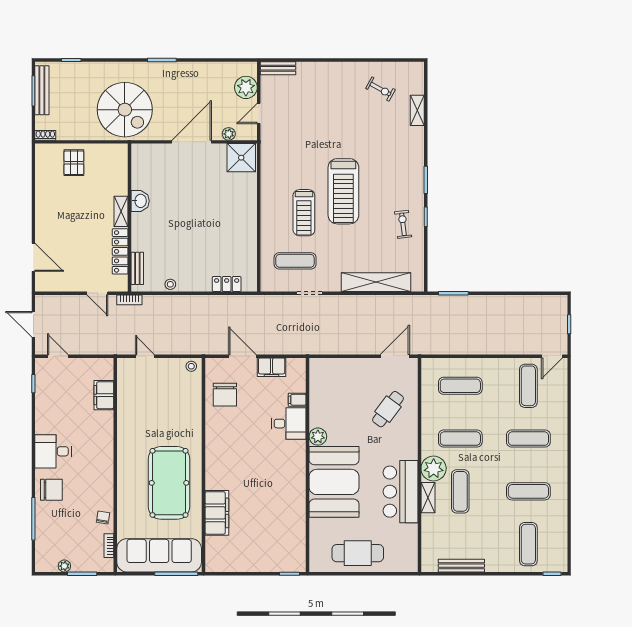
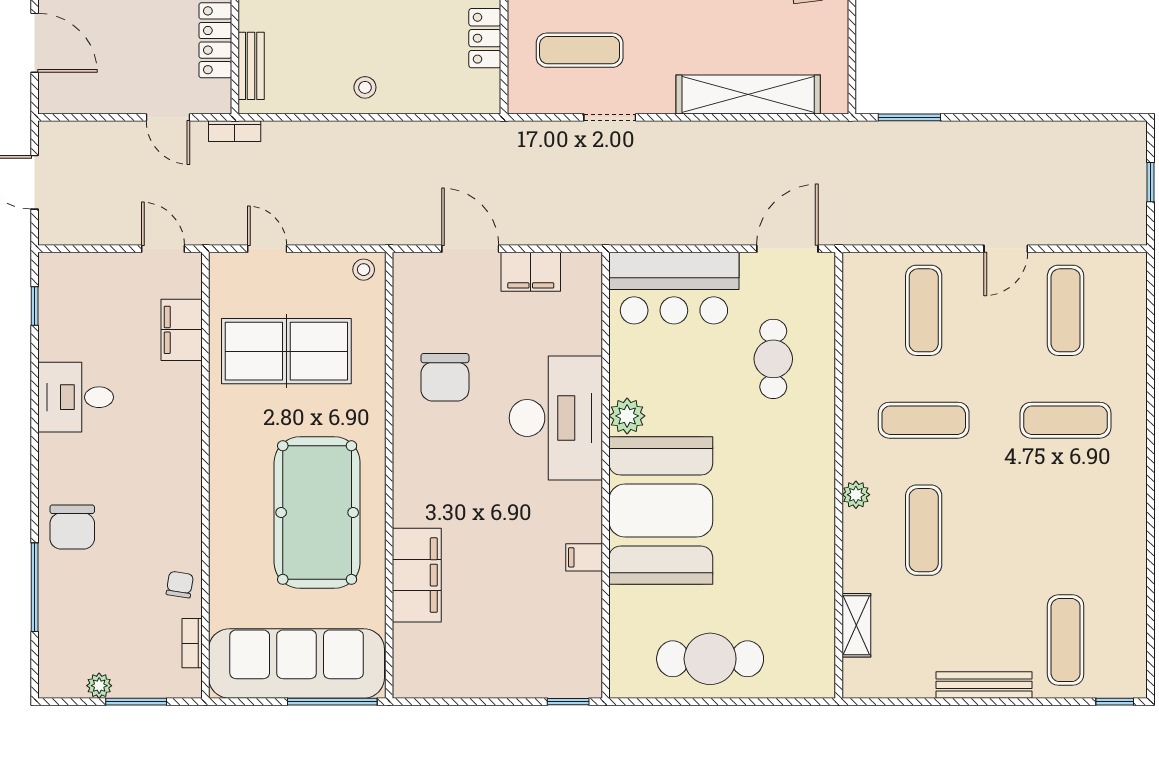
stool: (170, 284) -> (365, 87), moved
locker: (227, 284) -> (485, 38), moved, turned -90
door: (58, 356) -> (163, 249), moved
door: (552, 356) -> (1006, 249), moved
exercise mat: (460, 386) -> (924, 310), turned 90
chair: (225, 395) -> (445, 377), moved
filing cabinet: (297, 400) -> (584, 557), moved
table tennis table: (154, 405) -> (286, 351), added
cafe table: (388, 409) -> (773, 359), turned -37
desk: (289, 424) -> (556, 418), width x1.87, depth x1.30
desk: (53, 451) -> (76, 397), moved
plant: (434, 468) -> (856, 495), width x0.53, depth x0.53
chair: (51, 490) -> (72, 527), turned 90
exercise mat: (528, 491) -> (1066, 530), removed
bar counter: (401, 492) -> (674, 288), moved, turned -90
shelving: (428, 498) -> (856, 625), moved
bench: (461, 566) -> (984, 685), moved

